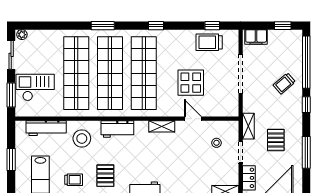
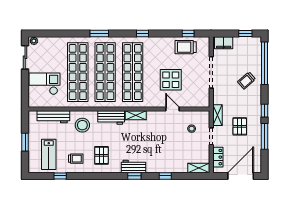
window: (11, 95) -> (25, 90), removed
window: (306, 105) -> (264, 111), moved
shelving: (162, 126) -> (136, 115), moved

